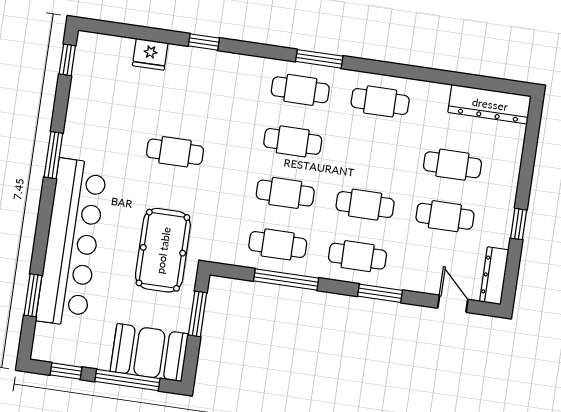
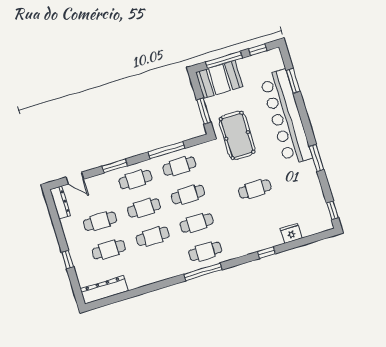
window: (319, 59) -> (203, 272), width x1.44
cafe table: (380, 101) -> (153, 236), moved
window: (519, 224) -> (68, 260), moved

